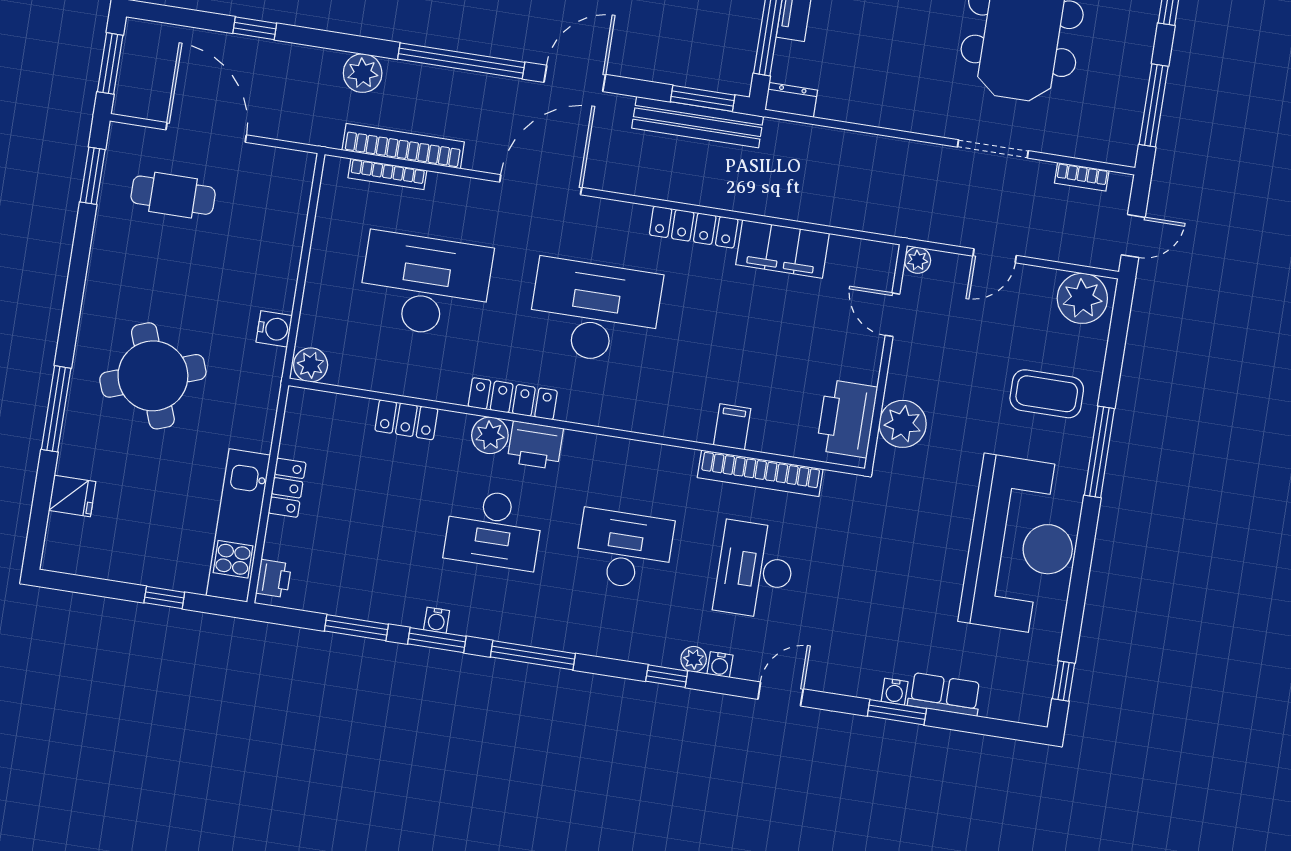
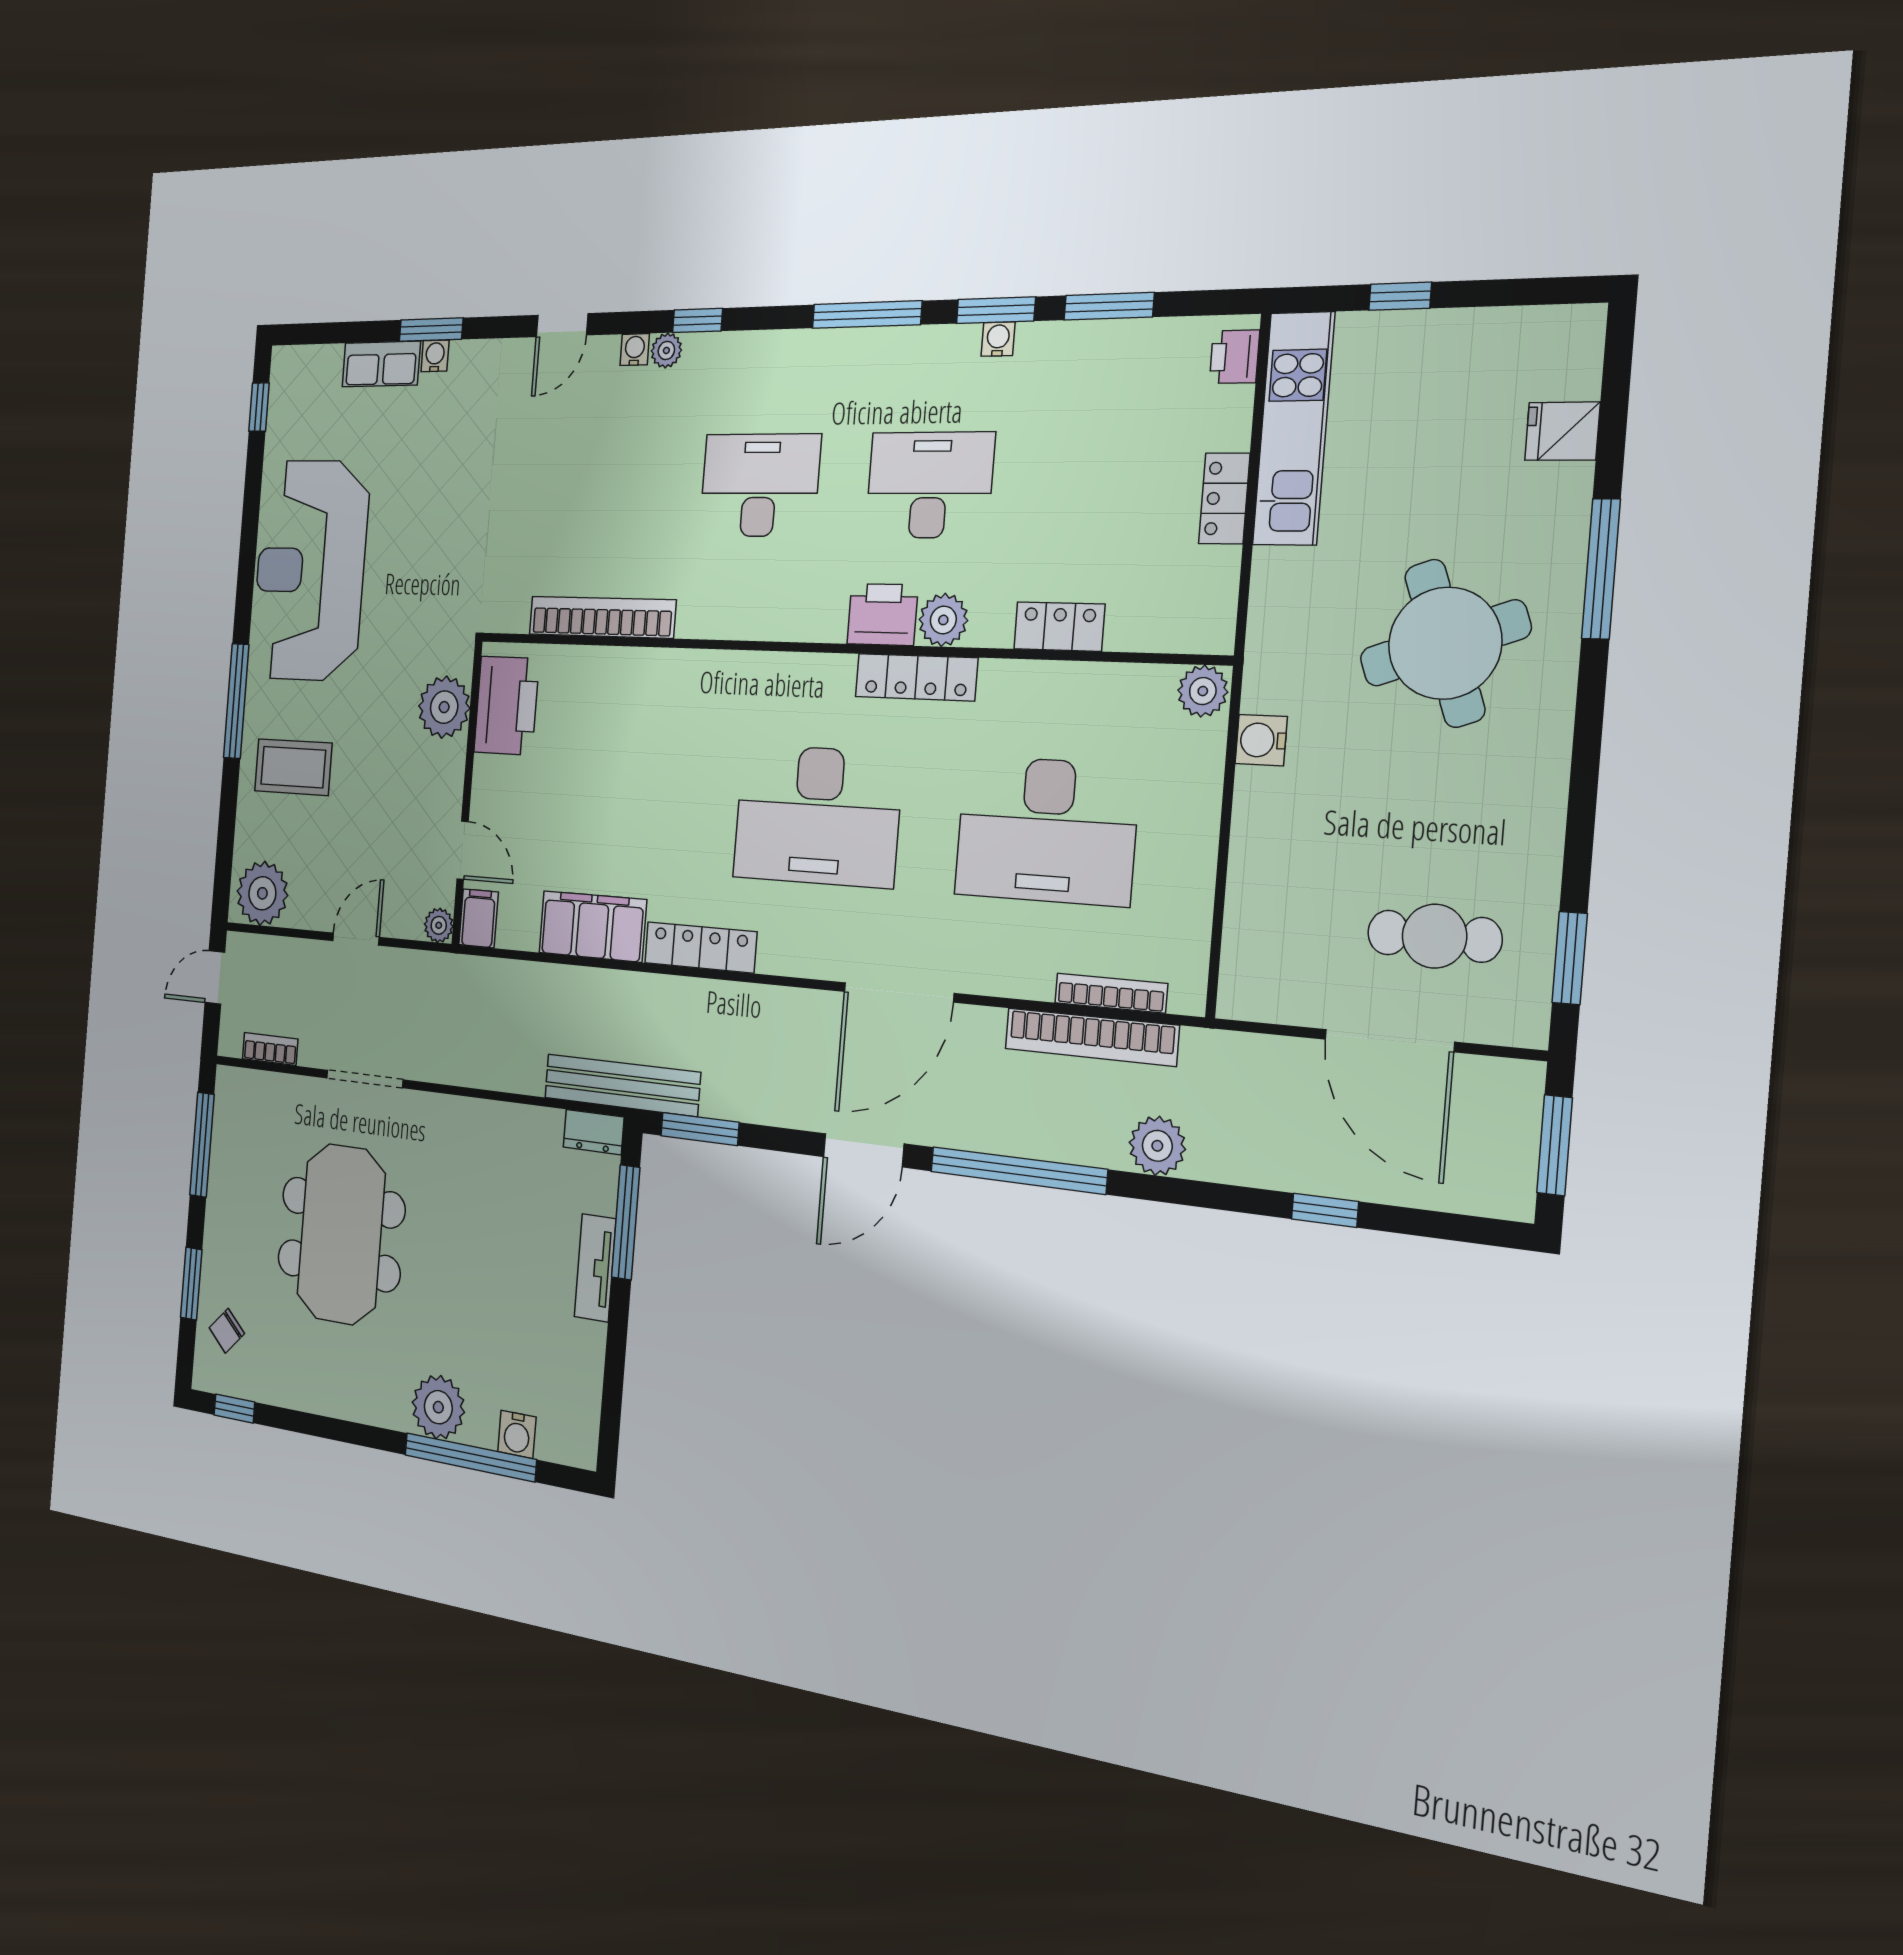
bench: (698, 122) -> (622, 1085), moved
filing cabinet: (732, 427) -> (479, 918), moved, turned 180
desk: (624, 550) -> (760, 485), turned 180
desk: (755, 570) -> (601, 485), removed

